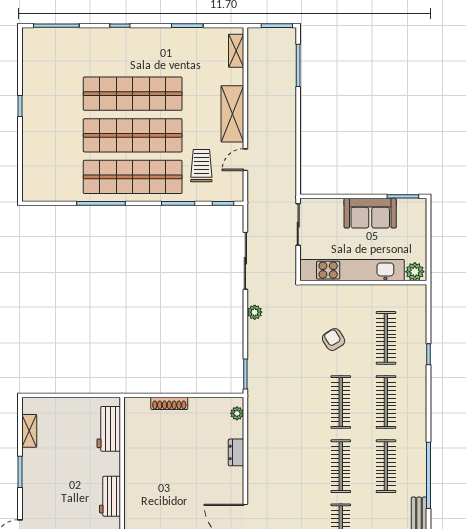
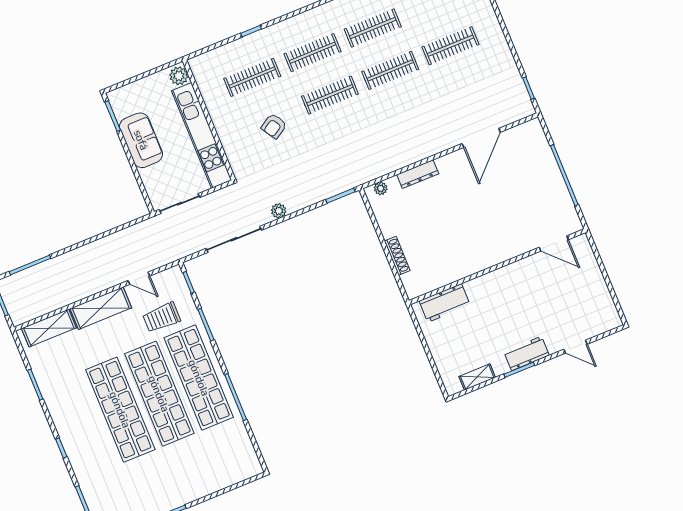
shelving: (236, 51) -> (49, 328), width x1.50, depth x1.33
dresser: (236, 452) -> (418, 174), width x1.44
workbench: (110, 496) -> (527, 353), moved, turned 180

